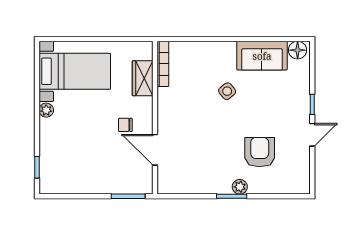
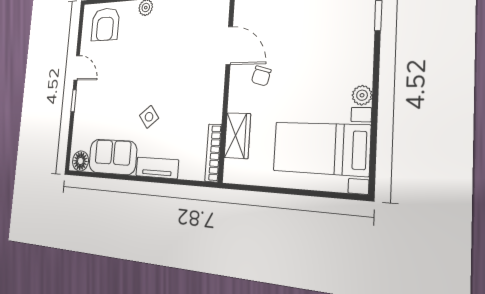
tv unit: (215, 49) -> (157, 168), added
chair: (125, 125) -> (261, 76), turned 105
door: (312, 135) -> (77, 68), swing flipped
armchair: (260, 152) -> (105, 24), moved

